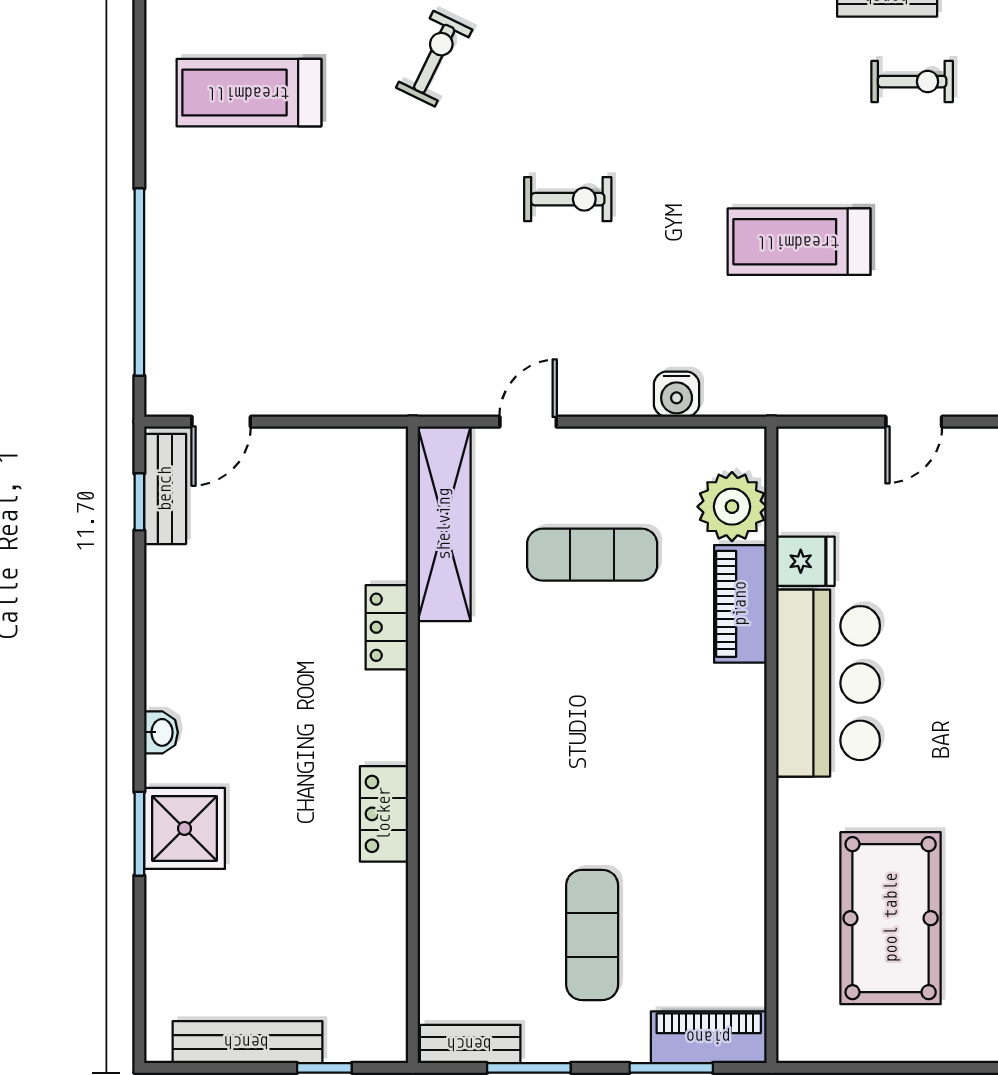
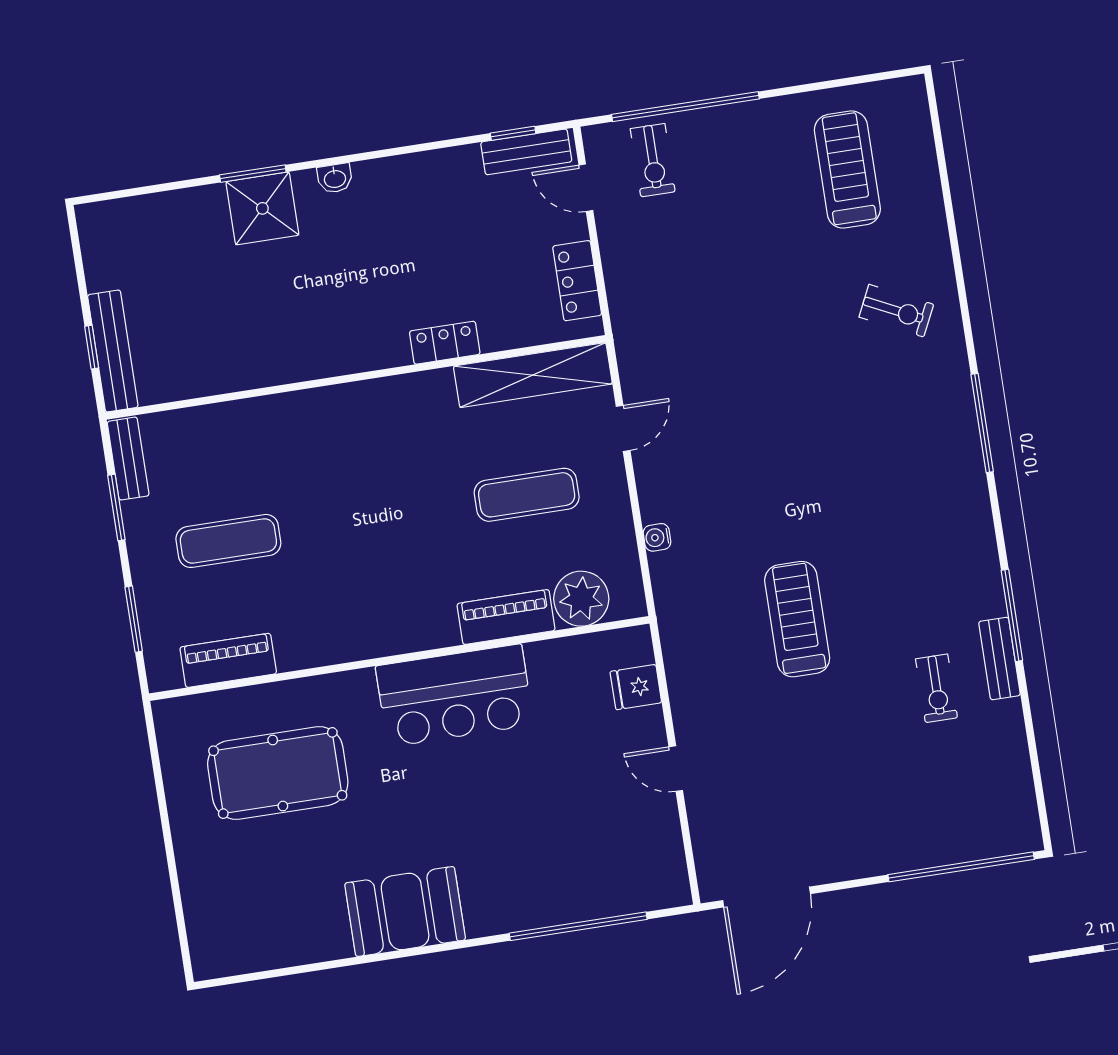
exercise bike: (568, 199) -> (653, 160), moved
water cooler: (677, 394) -> (657, 537), width x0.72, depth x0.72
door: (528, 422) -> (623, 428), hinge flipped
door: (914, 422) -> (676, 769), moved
exercise mat: (592, 555) -> (527, 495), turned 90
fridge: (805, 561) -> (636, 687), moved, turned 90
locker: (384, 814) -> (577, 281), moved, turned -90
piano: (709, 1037) -> (228, 660), moved, turned -90
bench: (247, 1042) -> (113, 351), moved

